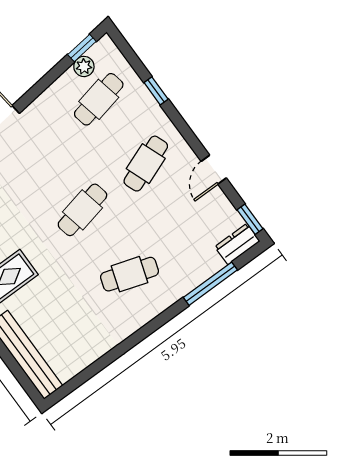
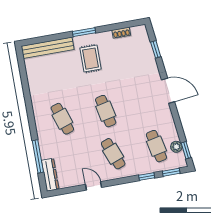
window: (250, 219) -> (171, 172), moved
dresser: (237, 244) -> (50, 175), width x1.44
cafe table: (129, 274) -> (62, 119), turned -36

